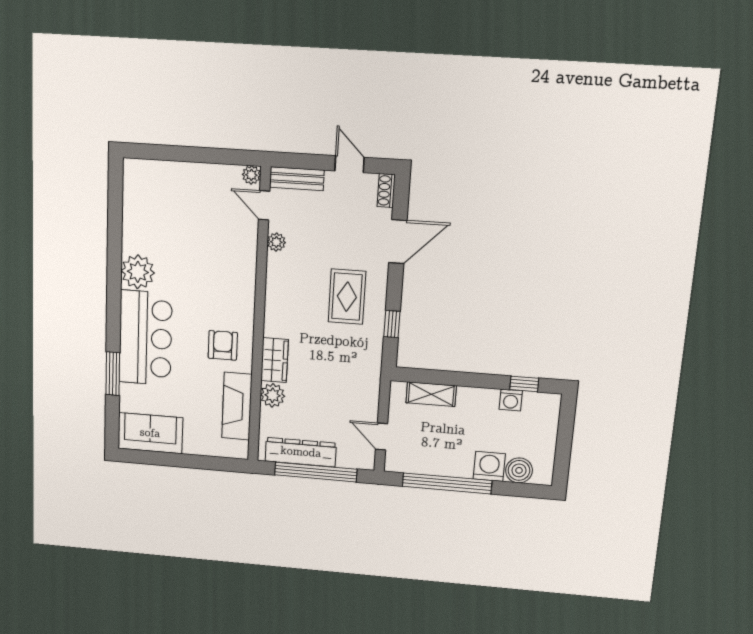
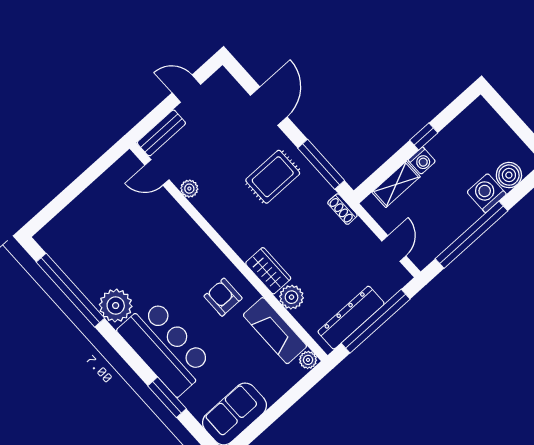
plant: (251, 175) -> (308, 360), moved
shoe rack: (386, 191) -> (342, 209), moved
window: (115, 227) -> (70, 290), added
rug: (347, 297) -> (273, 177), turned 90
window: (392, 324) -> (321, 164), width x2.17
window: (524, 384) -> (424, 137), moved
washing machine: (511, 400) -> (422, 161), moved
door: (382, 437) -> (394, 248), swing flipped

